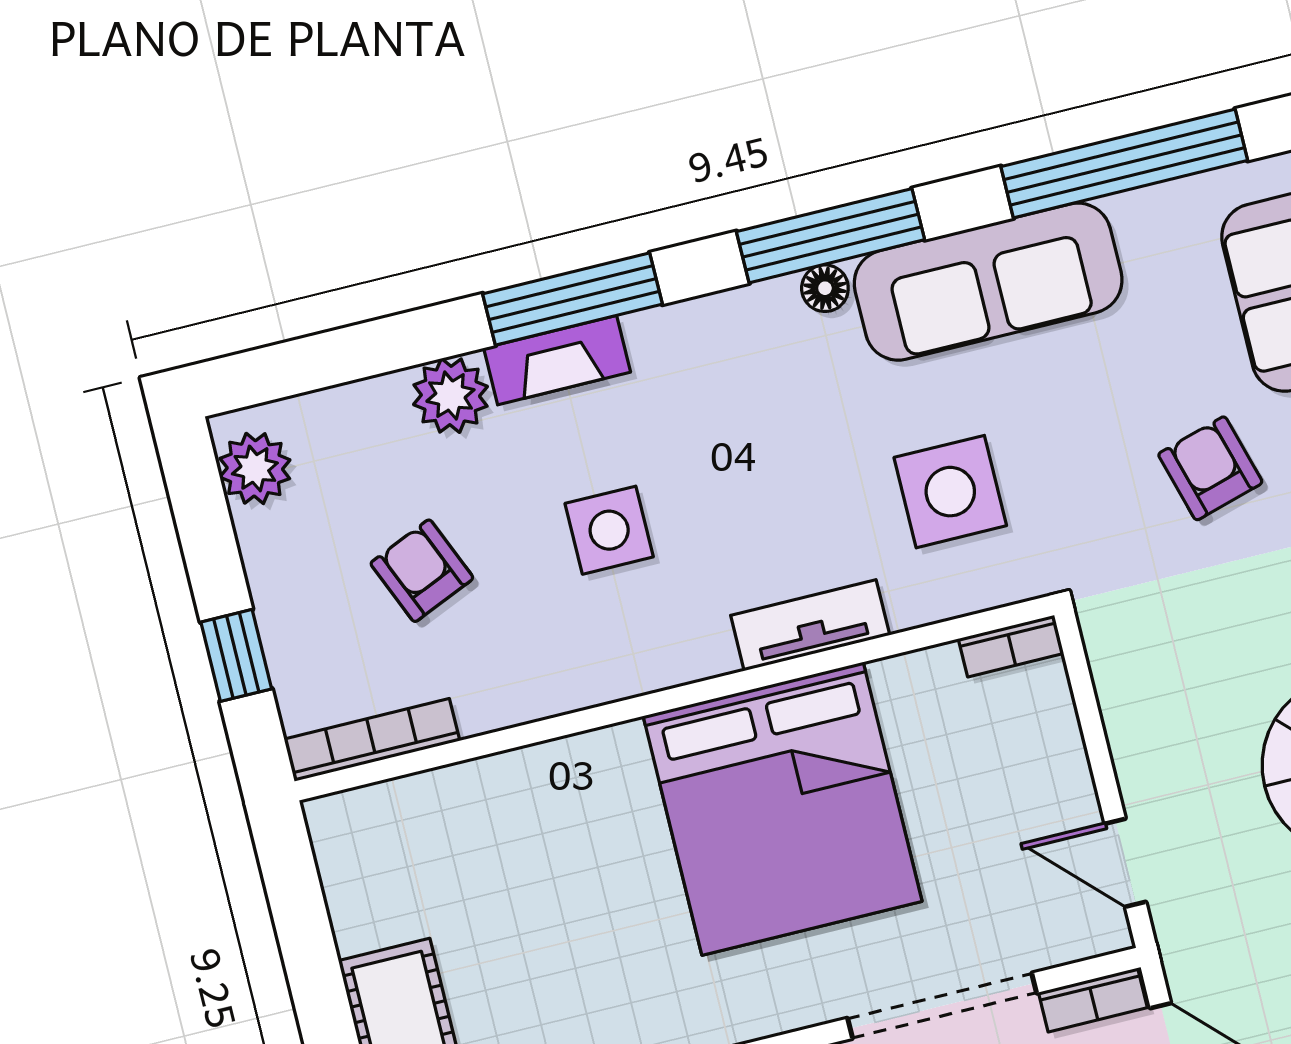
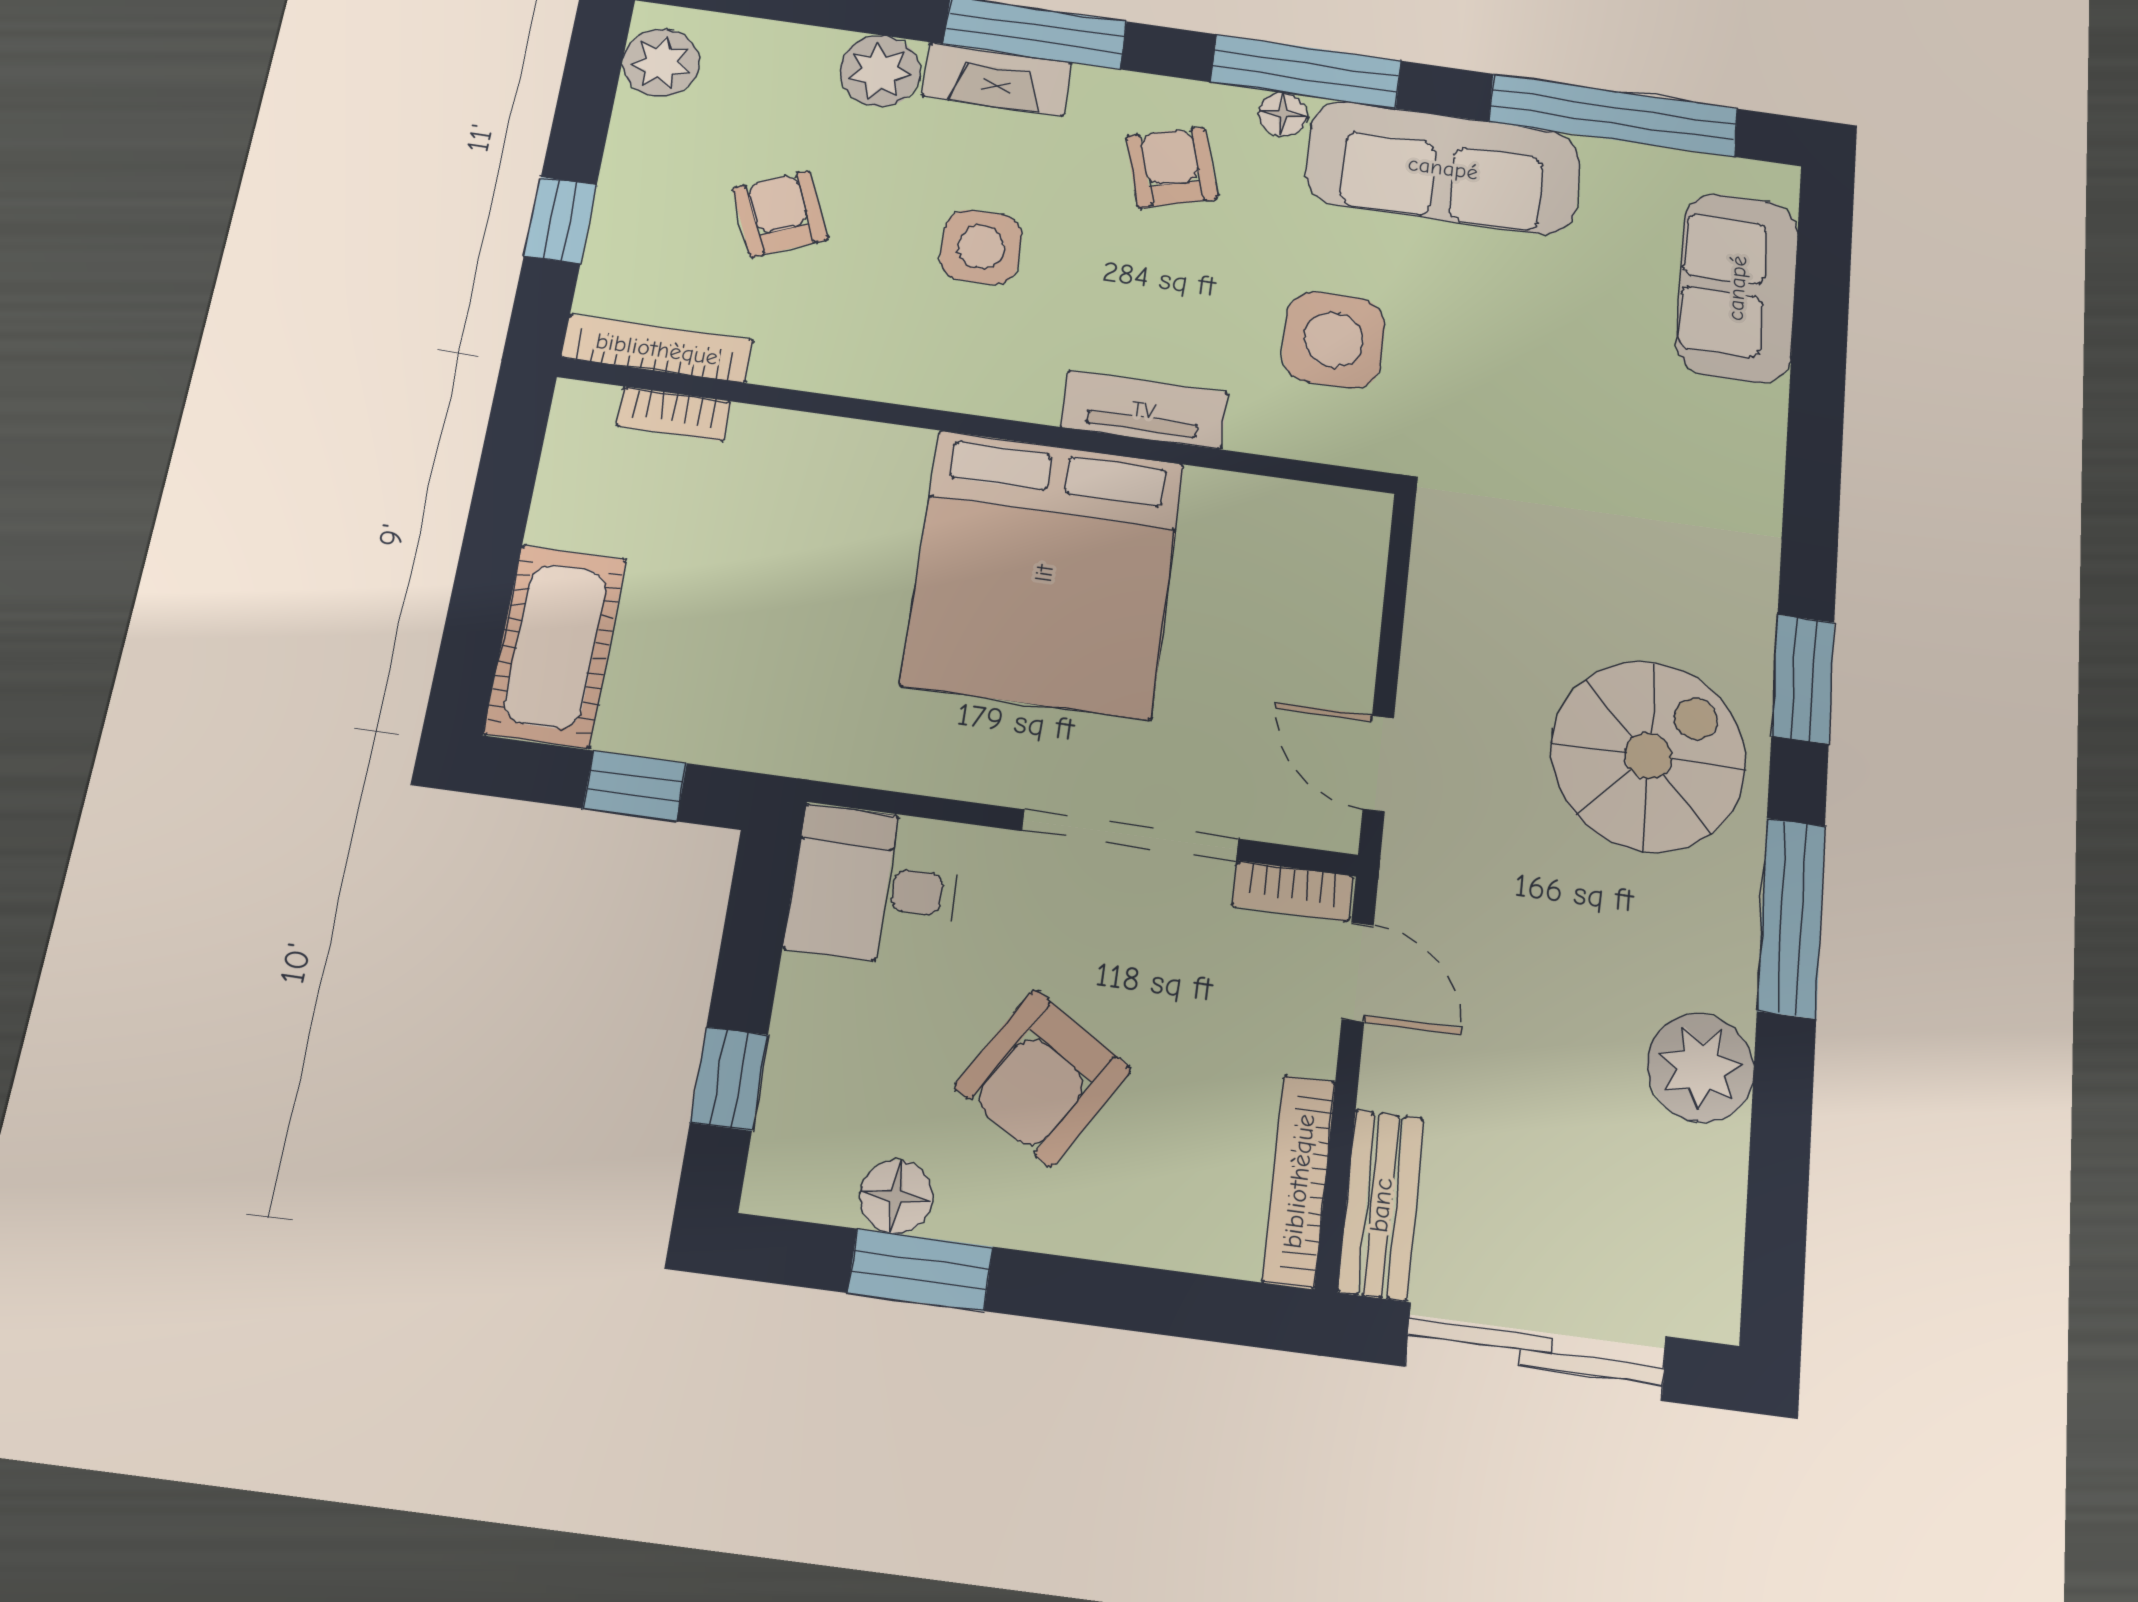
armchair: (1210, 468) -> (1172, 167), moved
bookcase: (1011, 646) -> (674, 414), moved

